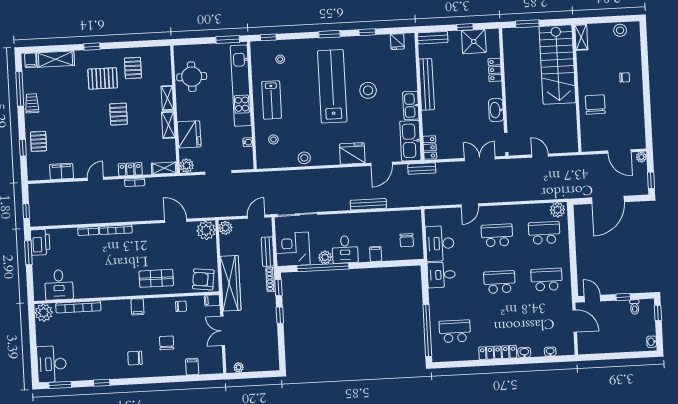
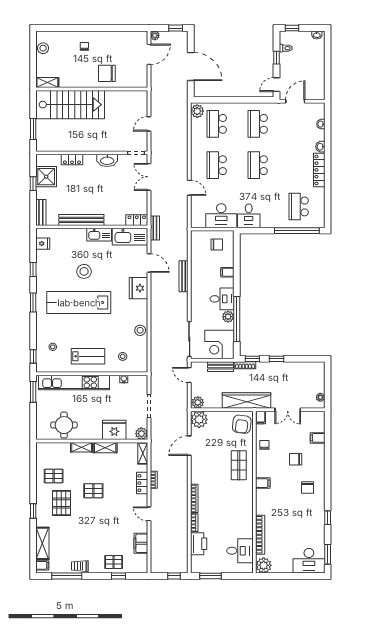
printer: (40, 242) -> (199, 544), moved, turned 90

